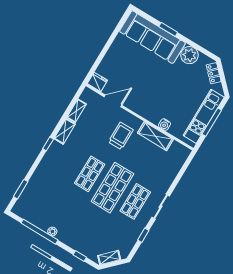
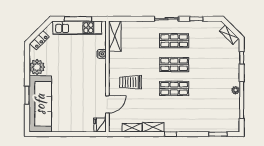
door: (113, 101) -> (107, 104), swing flipped
shelving: (155, 136) -> (115, 36), moved
shop shelf: (112, 188) -> (174, 65), width x0.70, depth x0.74

